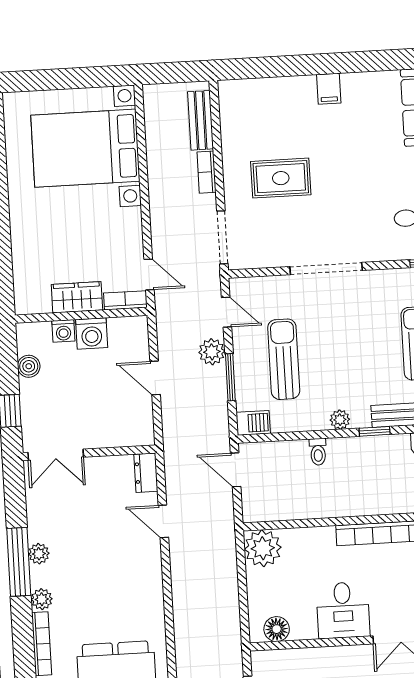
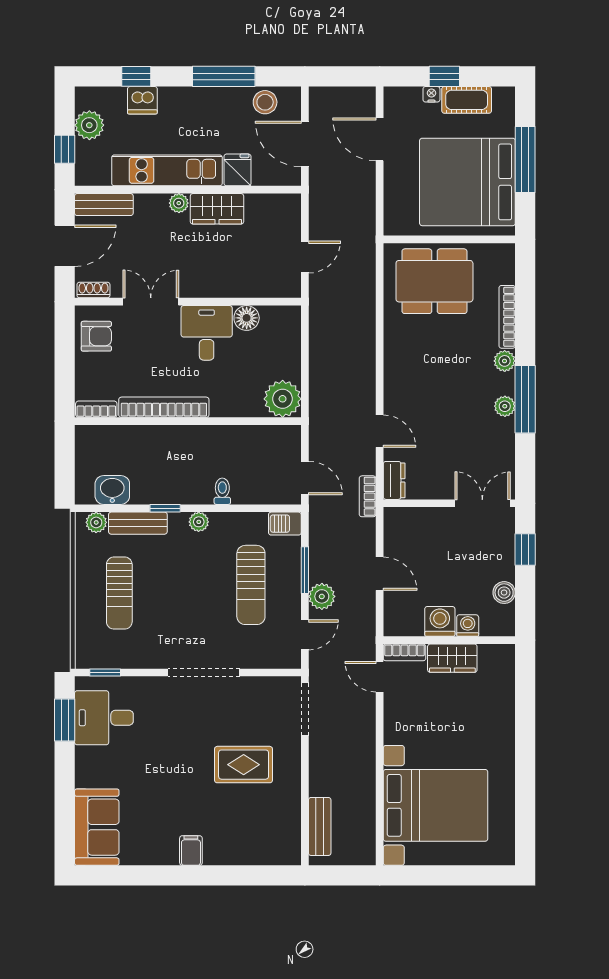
bookcase: (206, 172) -> (368, 496), moved, turned 180
door: (227, 312) -> (305, 635), swing flipped
floor lamp: (277, 629) -> (247, 318), moved

